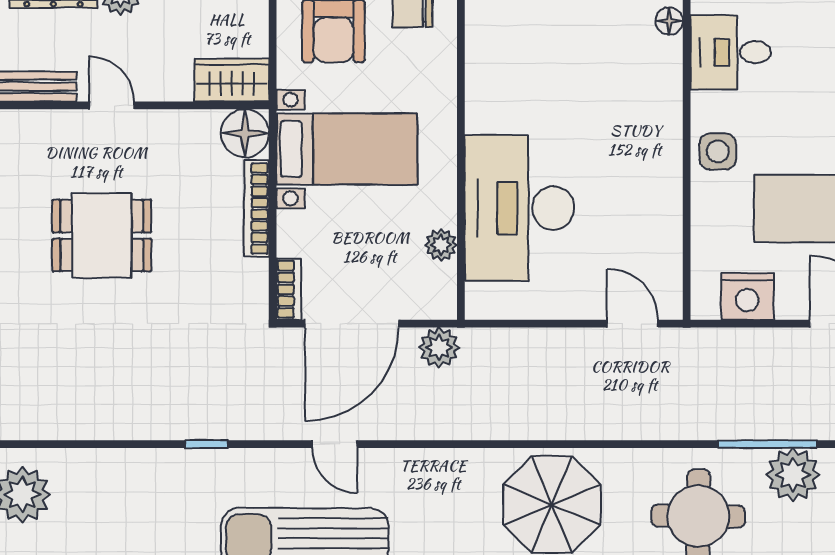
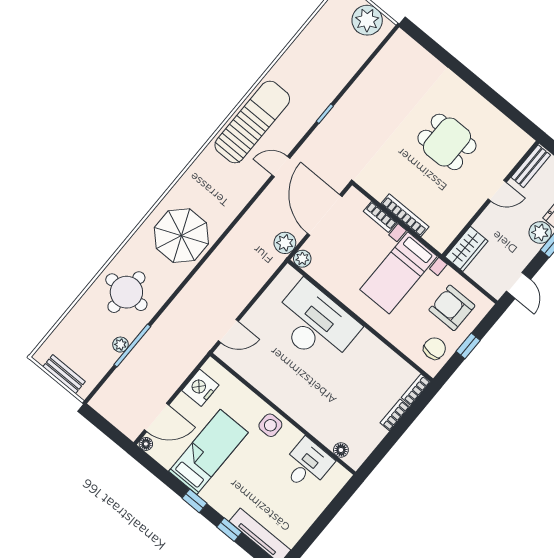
floor lamp: (245, 133) -> (440, 236), removed
dining table: (102, 236) -> (447, 142), turned 90
plant: (441, 245) -> (302, 259), moved
bookcase: (289, 289) -> (380, 217), moved
plant: (793, 475) -> (120, 345), width x0.53, depth x0.53

